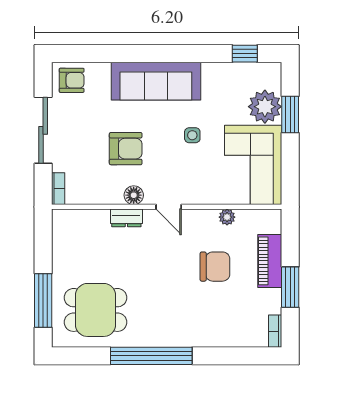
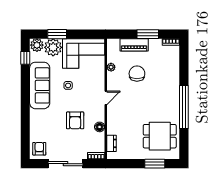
plant: (269, 76) -> (37, 45), added
sofa: (156, 81) -> (40, 85), moved
armchair: (126, 149) -> (75, 120), turned 180
floor lamp: (134, 195) -> (100, 127), moved
dresser: (126, 218) -> (111, 143), moved
window: (43, 300) -> (155, 164), width x0.69
dining table: (96, 310) -> (160, 136), turned 90

